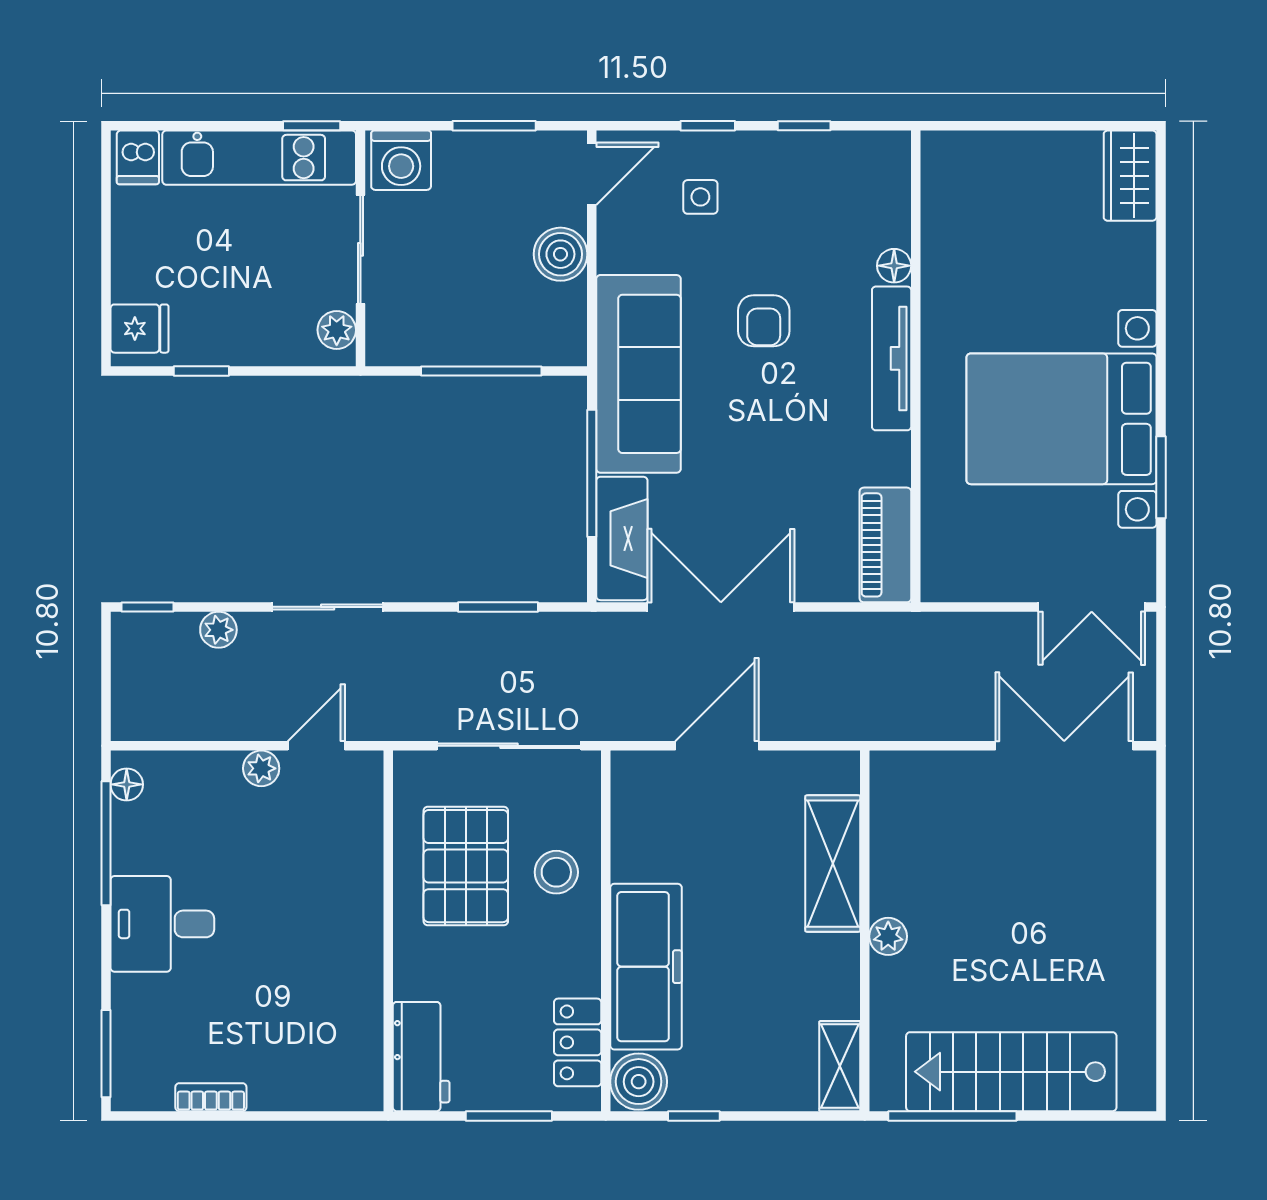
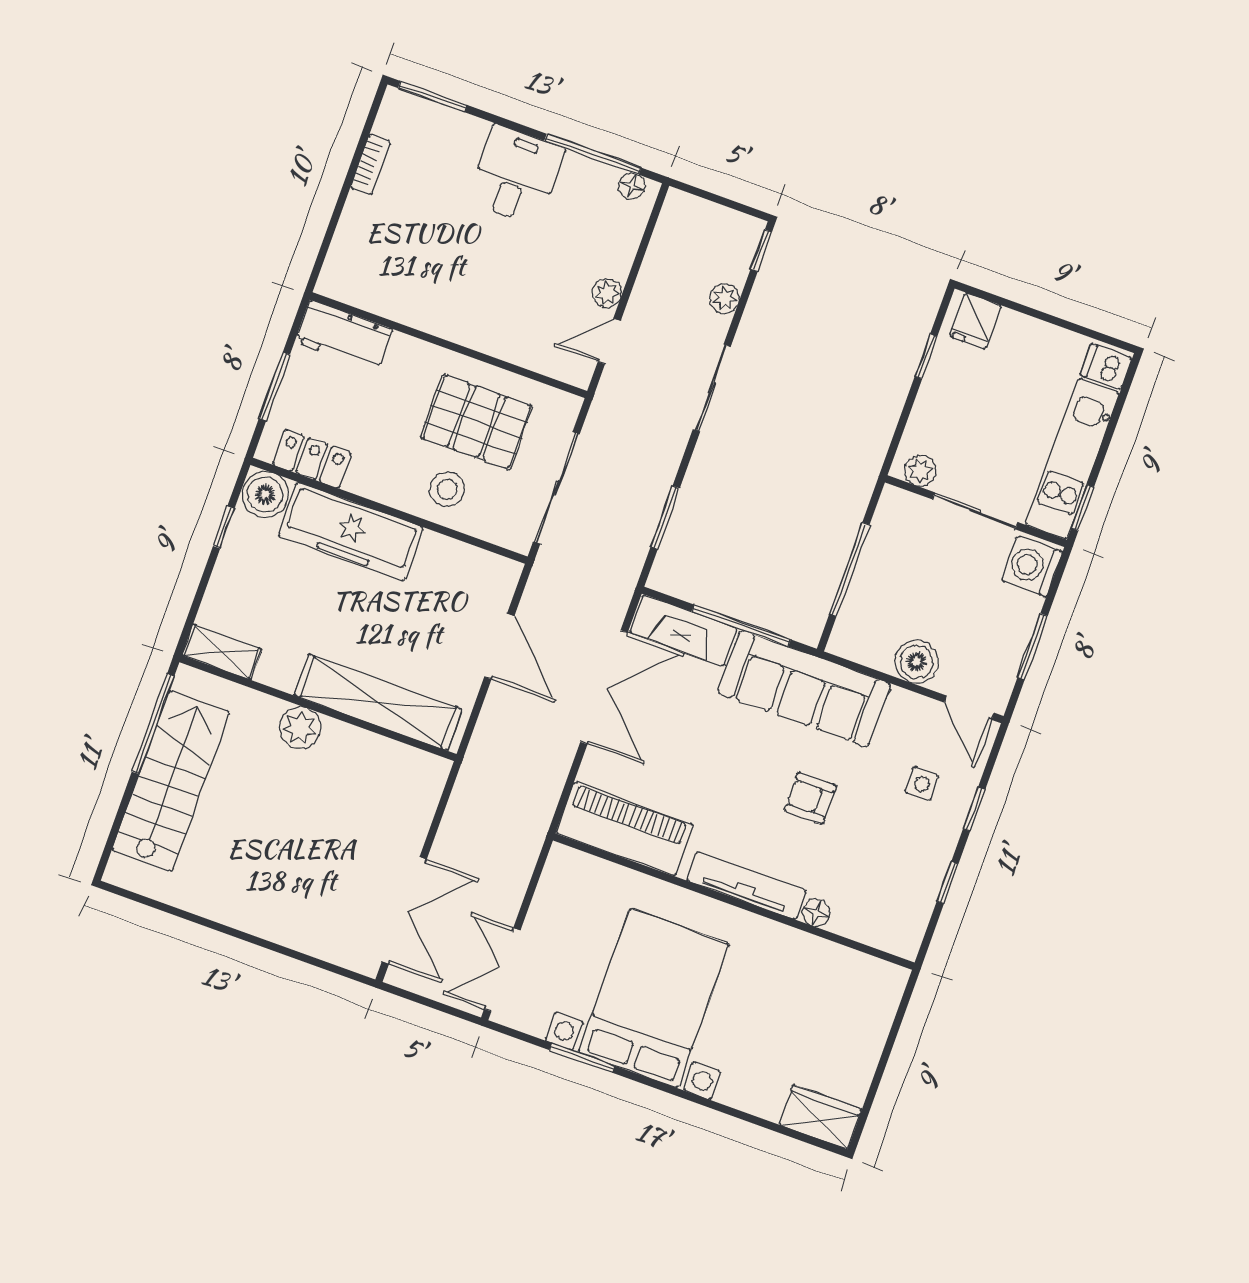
piano: (885, 545) -> (624, 829), width x1.37, depth x1.33
door: (316, 746) -> (609, 341), swing flipped
shelving: (833, 864) -> (378, 702), width x1.47
plant: (888, 936) -> (300, 728), width x1.38, depth x1.38

